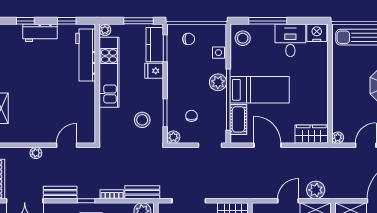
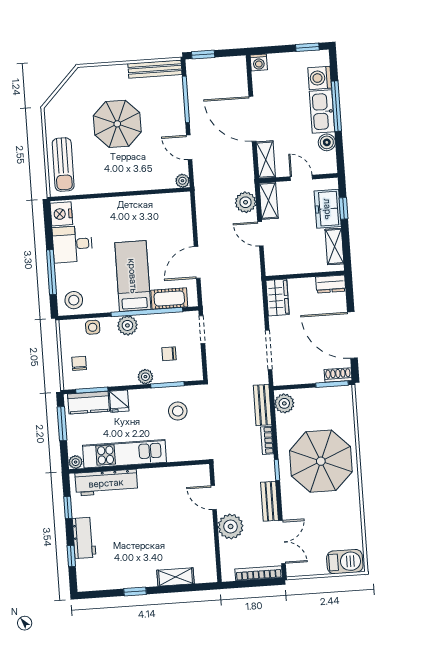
wardrobe: (311, 134) -> (181, 212), removed
plant: (173, 137) -> (145, 377), moved
plant: (36, 153) -> (231, 527), width x1.88, depth x1.88

